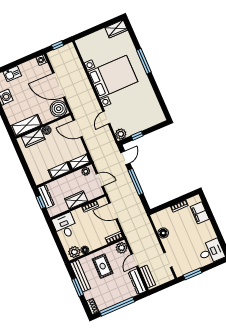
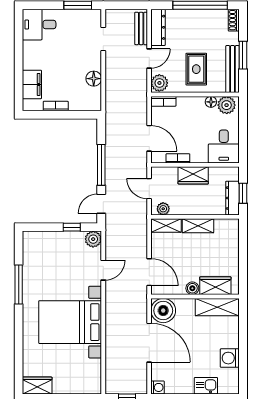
window: (144, 61) -> (19, 285), moved

